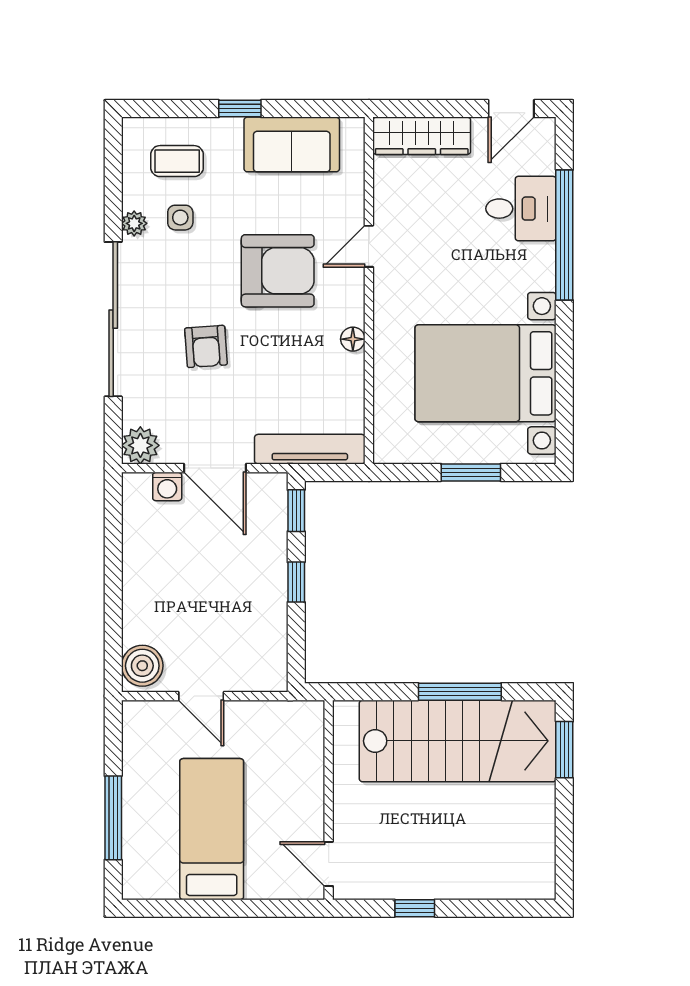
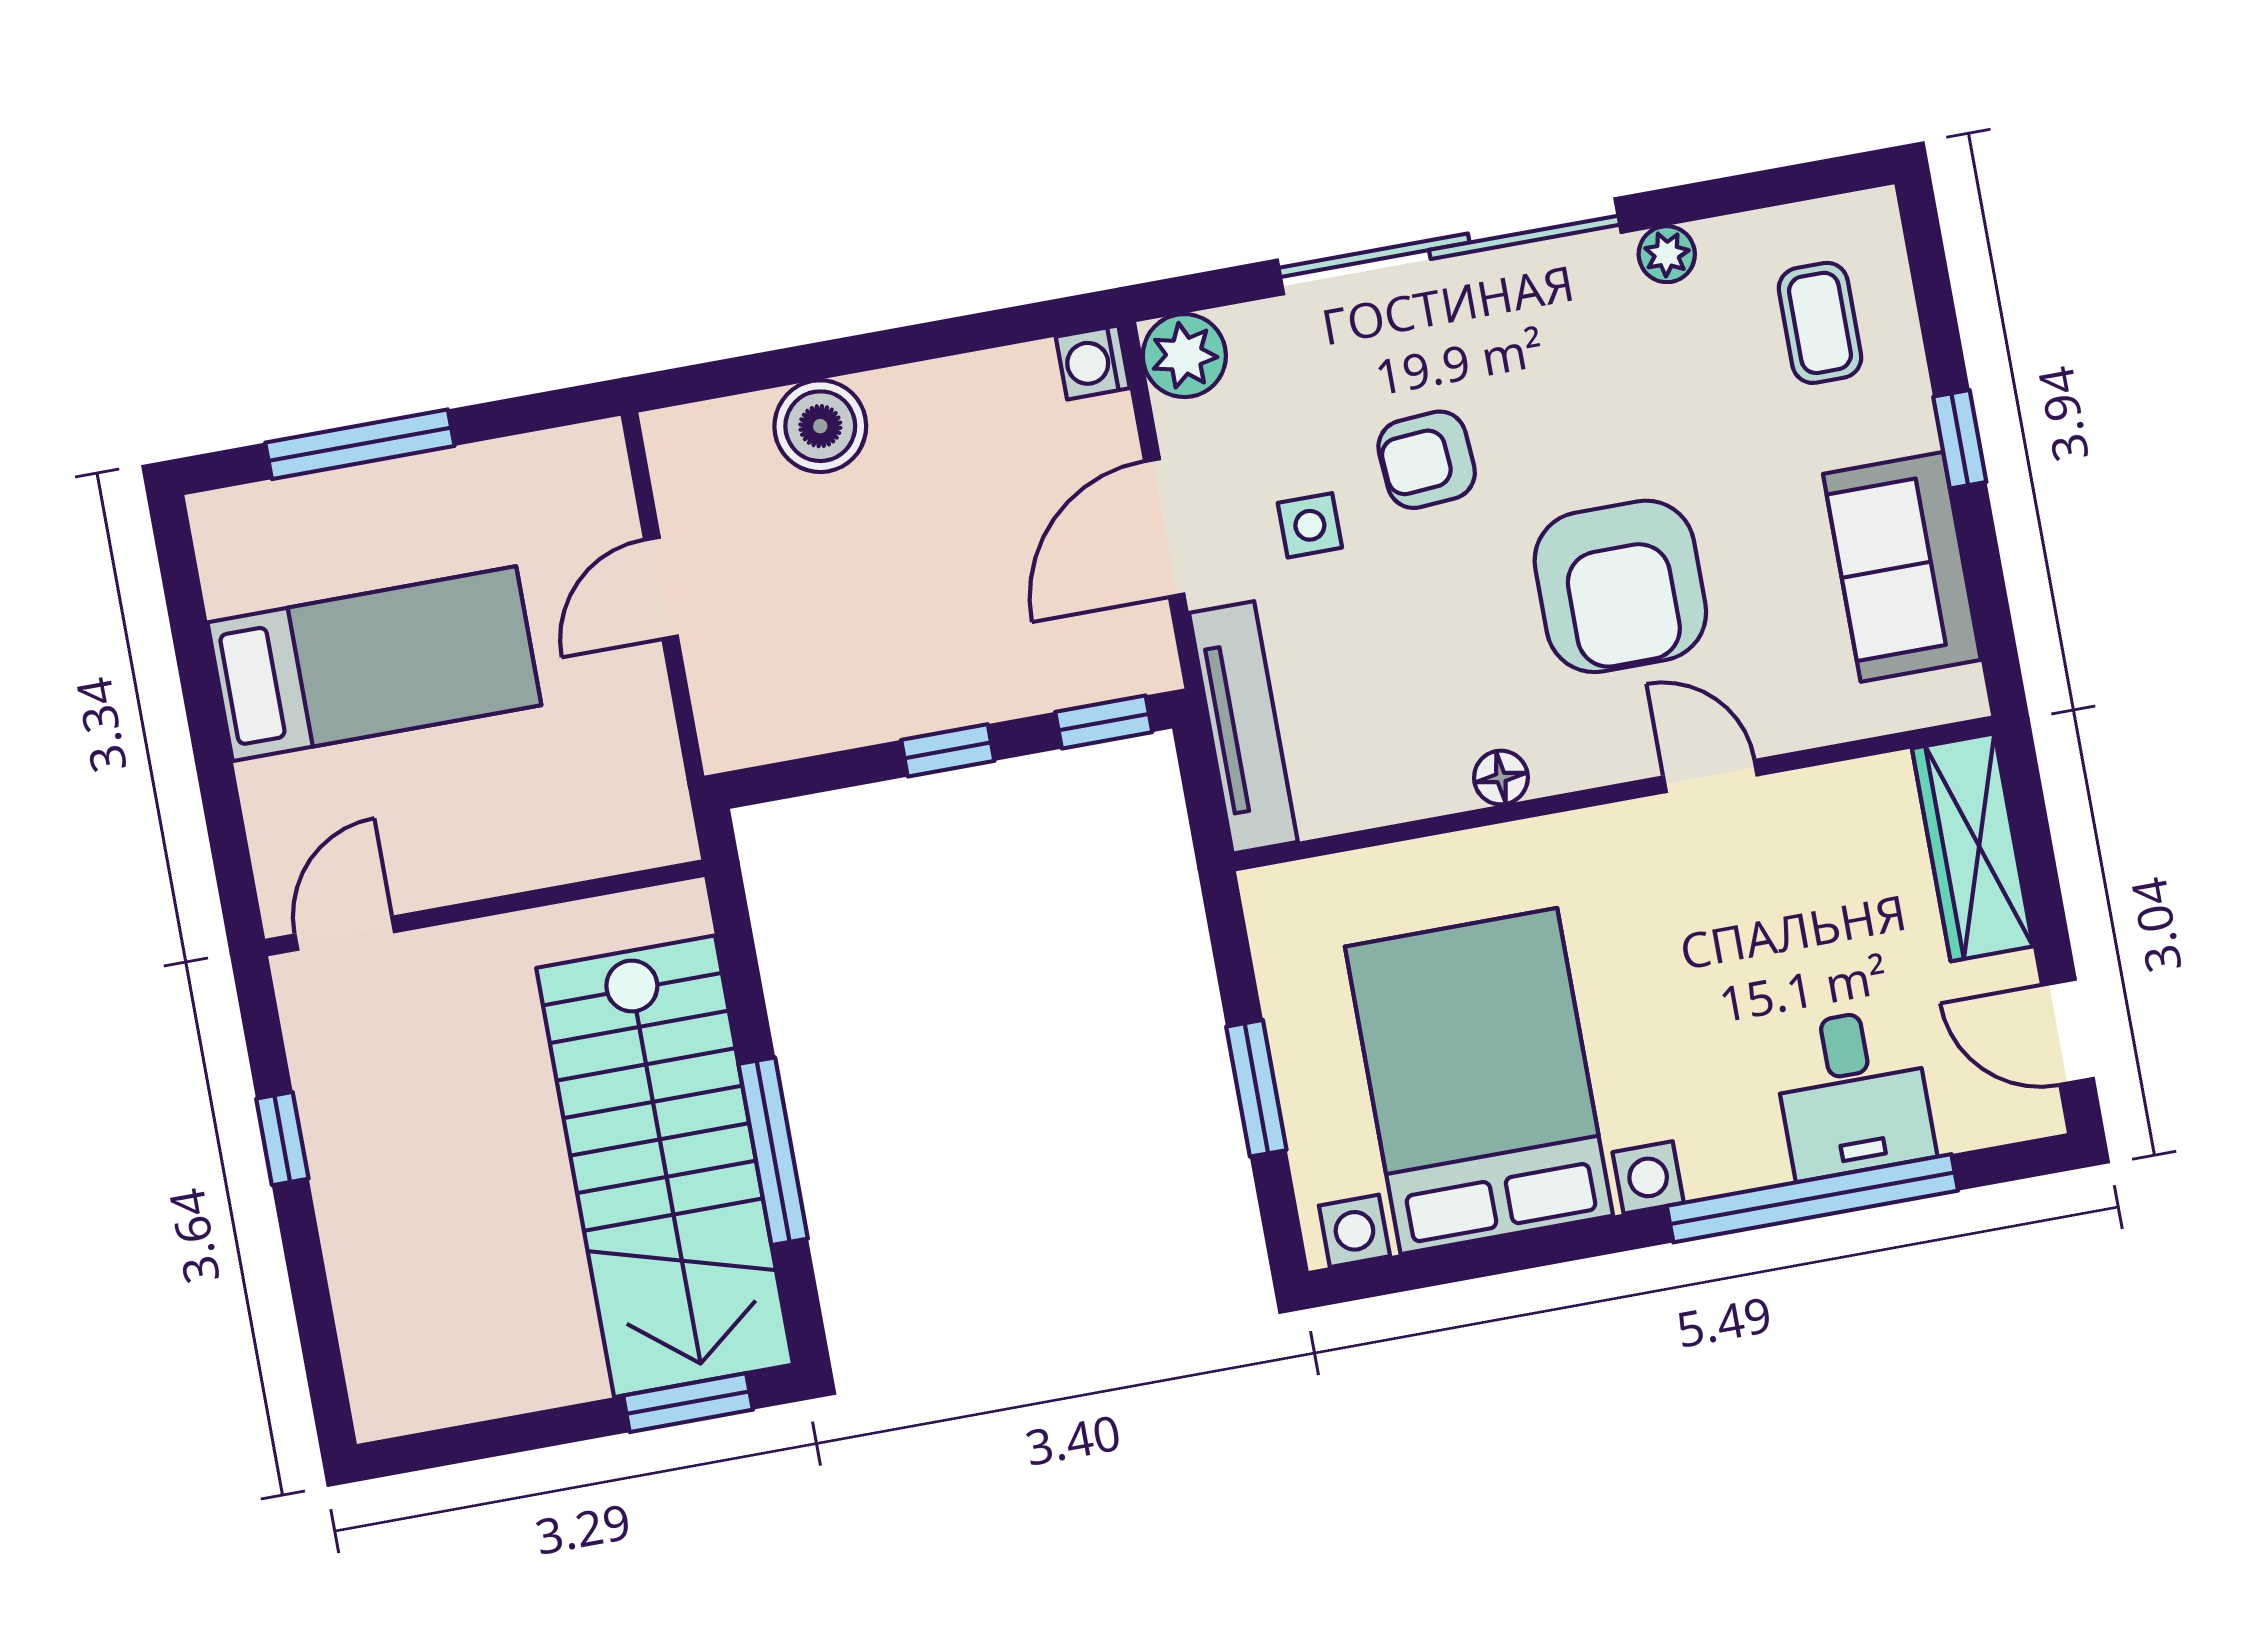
side table: (180, 218) -> (1310, 525), moved
washing machine: (167, 487) -> (1093, 362), moved
boiler: (142, 666) -> (820, 426), moved

